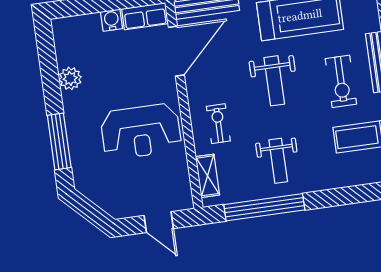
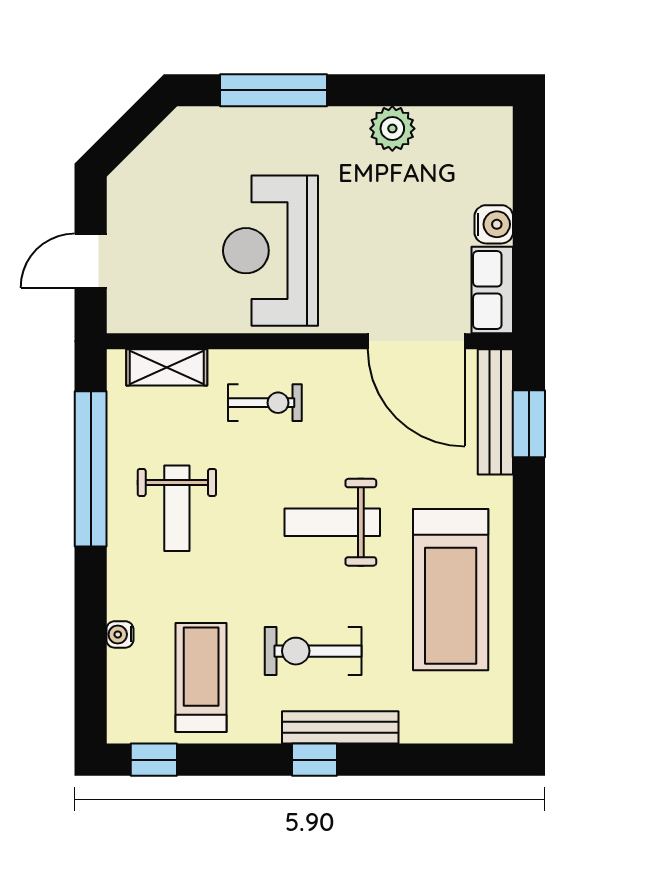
weight bench: (278, 161) -> (177, 508), turned -90
water cooler: (346, 181) -> (120, 634), added

